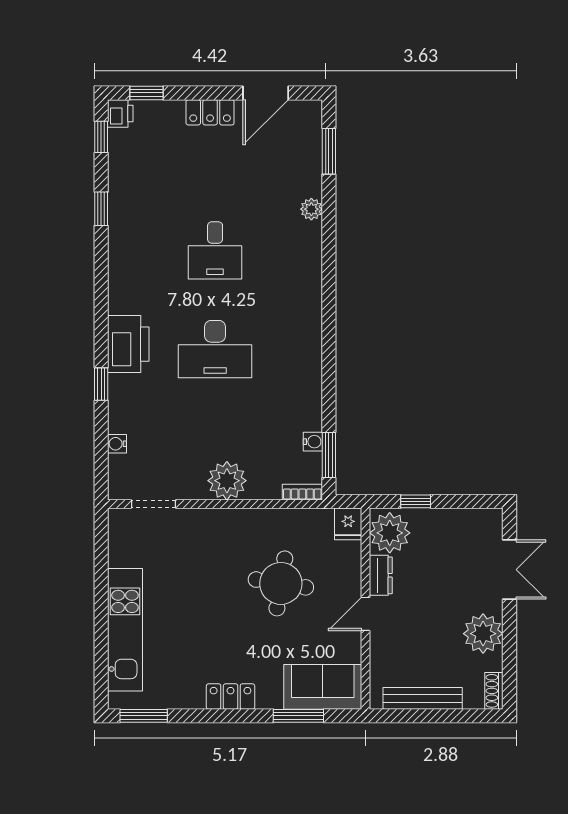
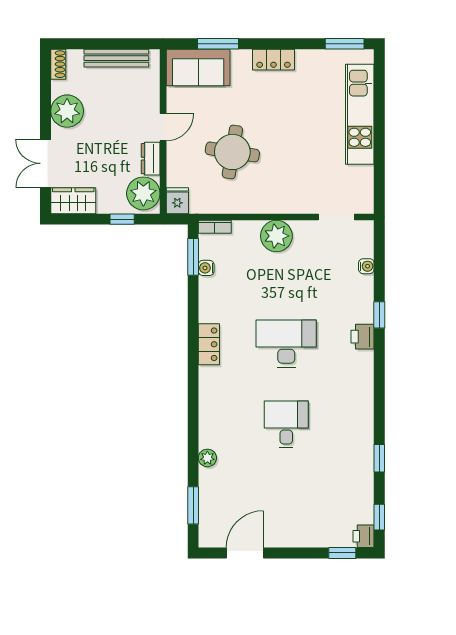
locker: (210, 112) -> (209, 344), moved, turned 90
printer: (128, 344) -> (363, 337), width x0.53, depth x0.68
wardrobe: (475, 524) -> (73, 201), added

